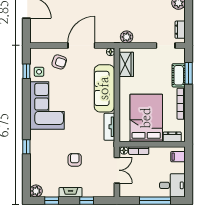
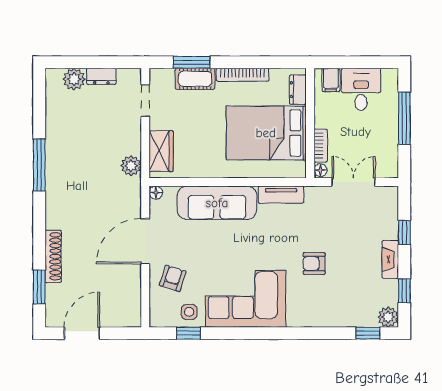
dresser: (180, 30) -> (101, 76), moved
door: (81, 45) -> (145, 241), hinge flipped
wardrobe: (126, 64) -> (161, 151), moved, turned 90
window: (26, 147) -> (368, 333), moved
armchair: (75, 160) -> (314, 263), moved
desk: (172, 185) -> (361, 89), moved

